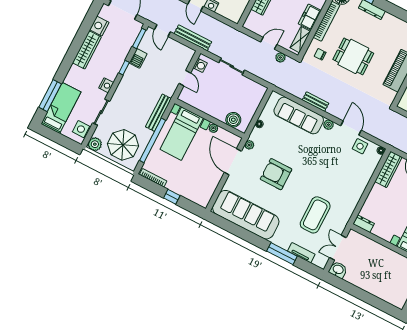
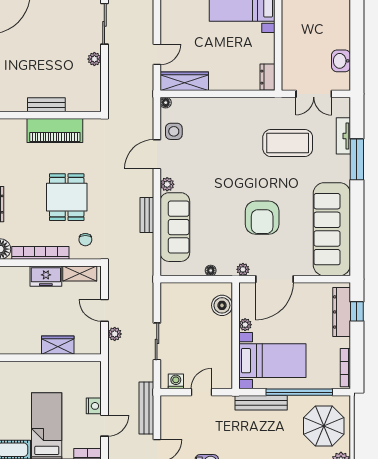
plant: (280, 57) -> (115, 334), moved
dresser: (190, 194) -> (342, 312), added
window: (172, 197) -> (357, 311), moved
washbasin: (338, 270) -> (341, 61), moved

